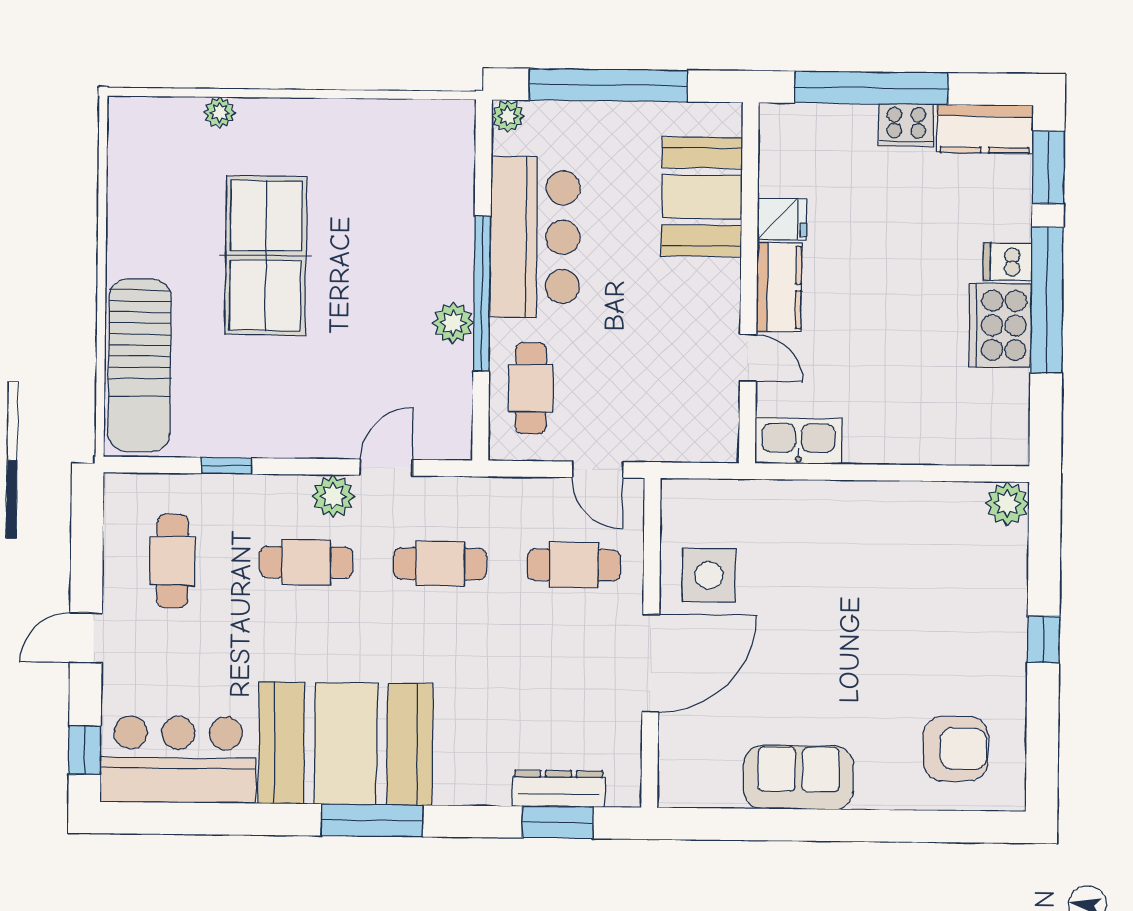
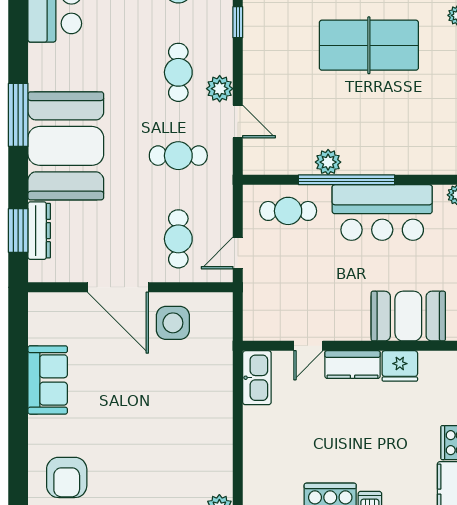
fridge: (782, 219) -> (400, 366), width x1.38
cafe table: (440, 564) -> (178, 156), turned 90
booth: (346, 744) -> (66, 146), moved

